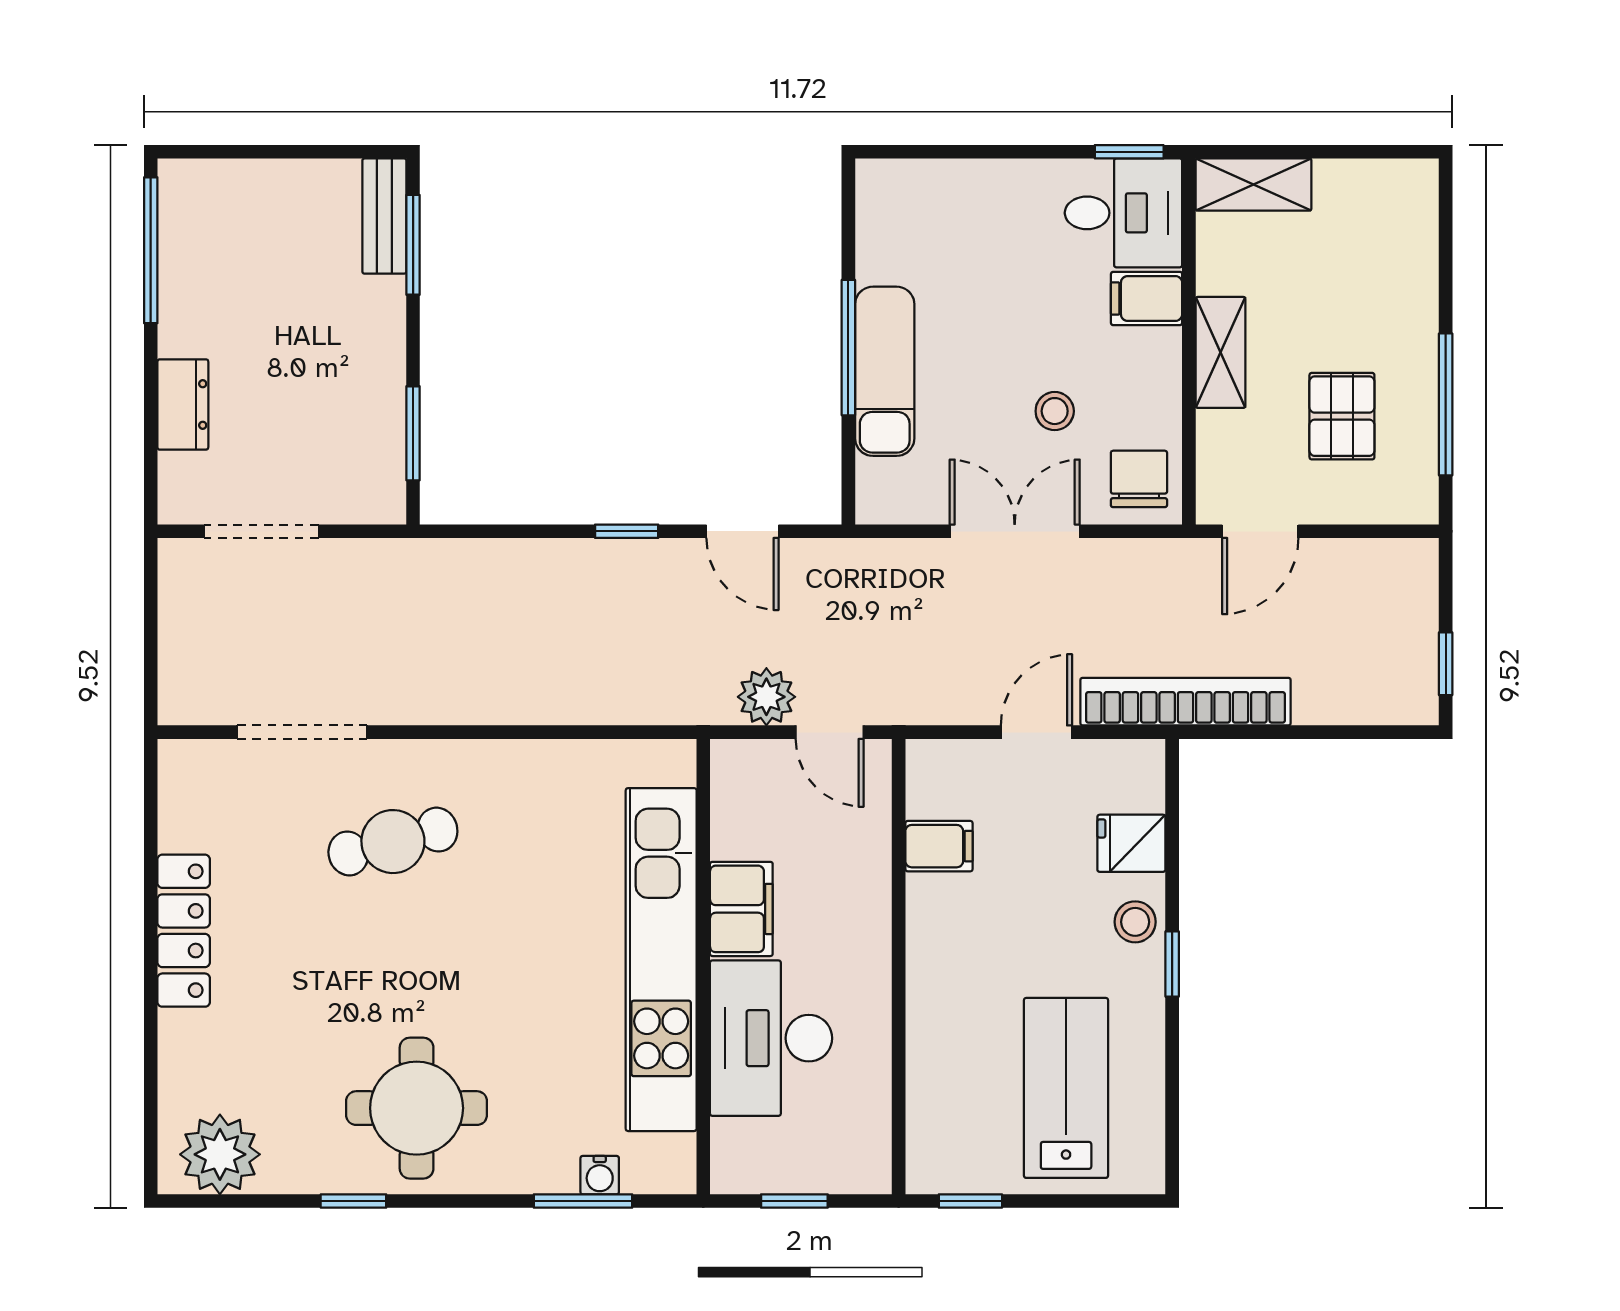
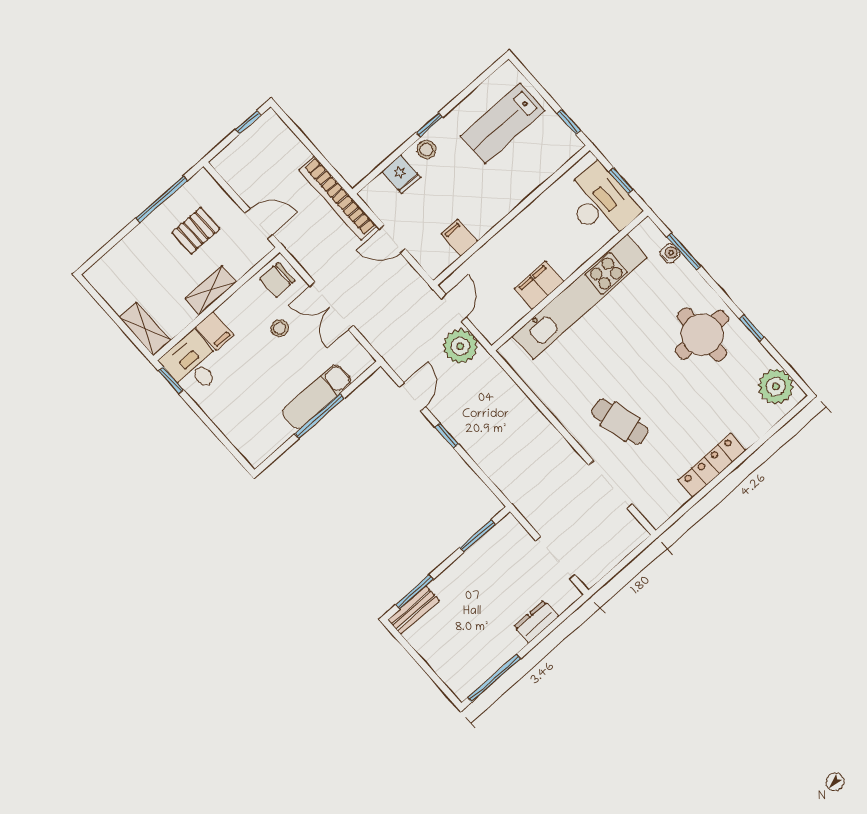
plant: (766, 697) -> (460, 346), width x1.36, depth x1.36
desk: (771, 1038) -> (600, 203), moved, turned -90

